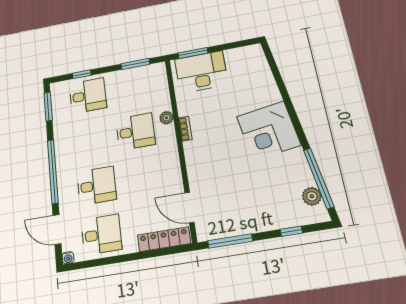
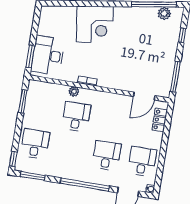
window: (82, 74) -> (13, 159), moved
corner desk: (269, 131) -> (95, 24), moved
locker: (164, 239) -> (160, 120), width x0.66

